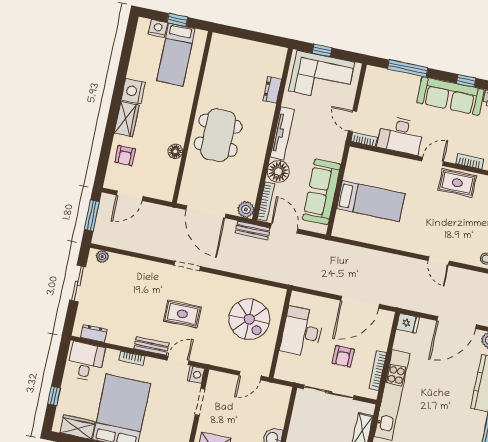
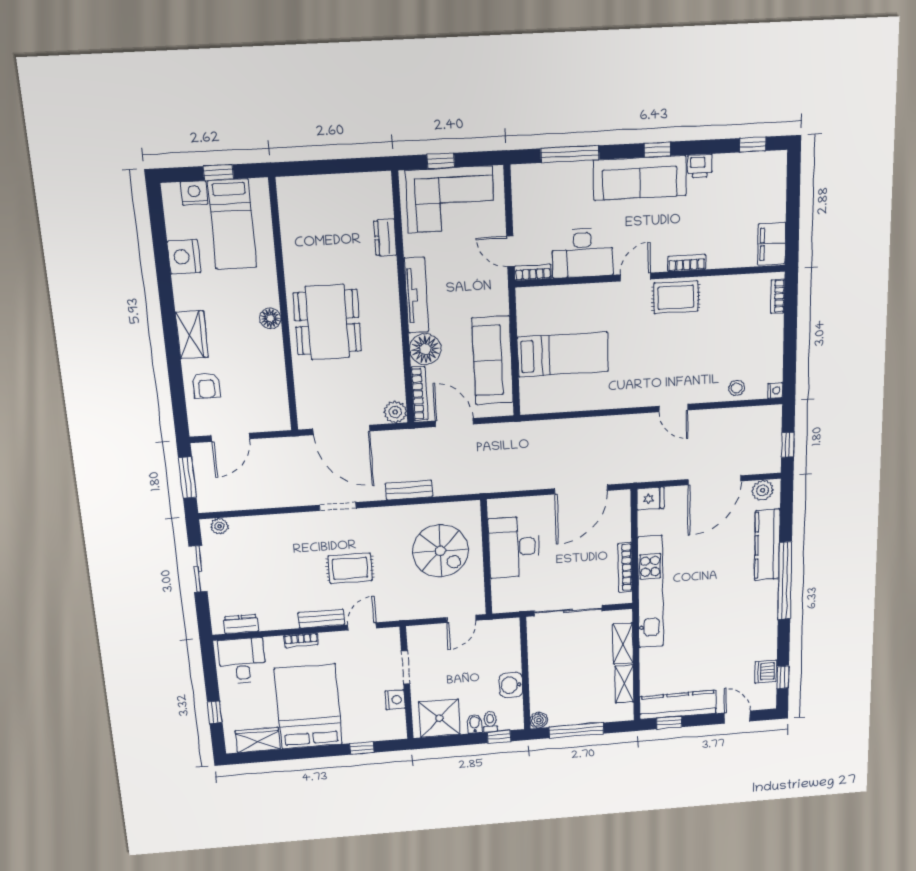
nightstand: (133, 91) -> (184, 257), moved
floor lamp: (175, 151) -> (270, 318), moved
bench: (253, 231) -> (409, 490), moved
armchair: (343, 356) -> (576, 562), removed
nightstand: (196, 375) -> (395, 700), moved

